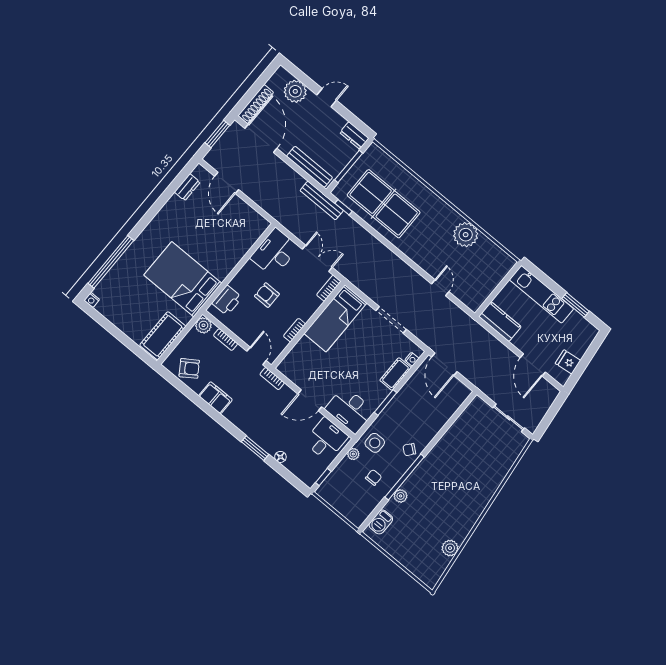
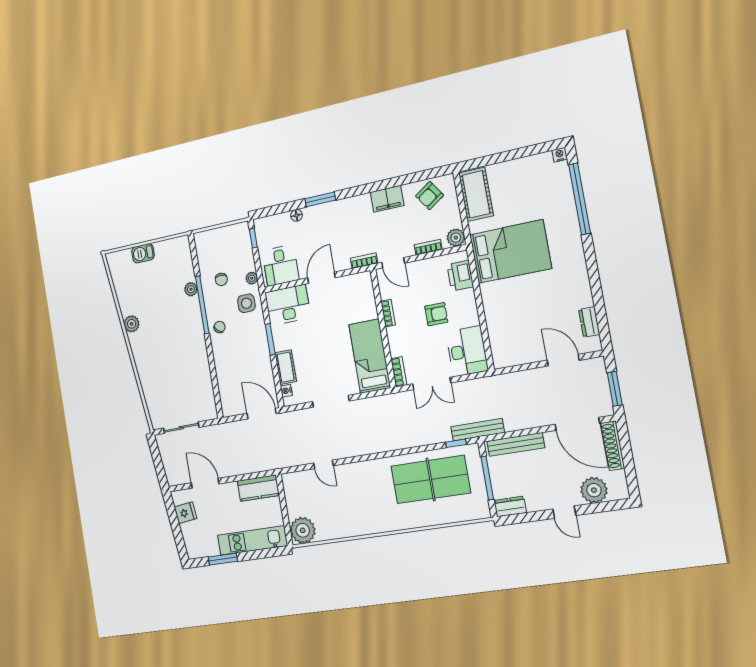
door: (327, 98) -> (564, 512), hinge flipped
plant: (466, 235) -> (303, 530), moved
barbecue: (381, 522) -> (143, 253), moved, turned -90
plant: (450, 548) -> (132, 324), moved

